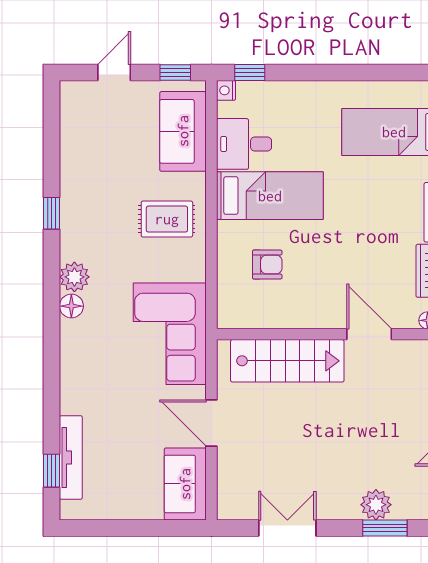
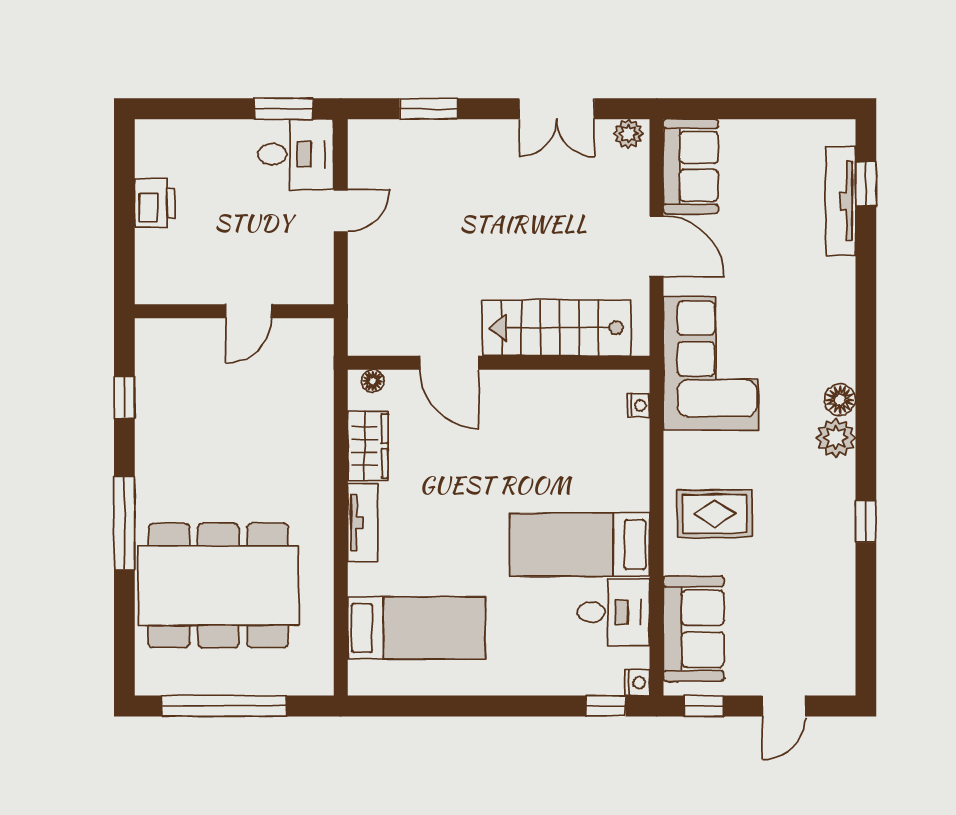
armchair: (267, 265) -> (583, 454), removed
nightstand: (225, 302) -> (638, 405), added
plant: (376, 505) -> (628, 134), moved, width x0.73, depth x0.73

